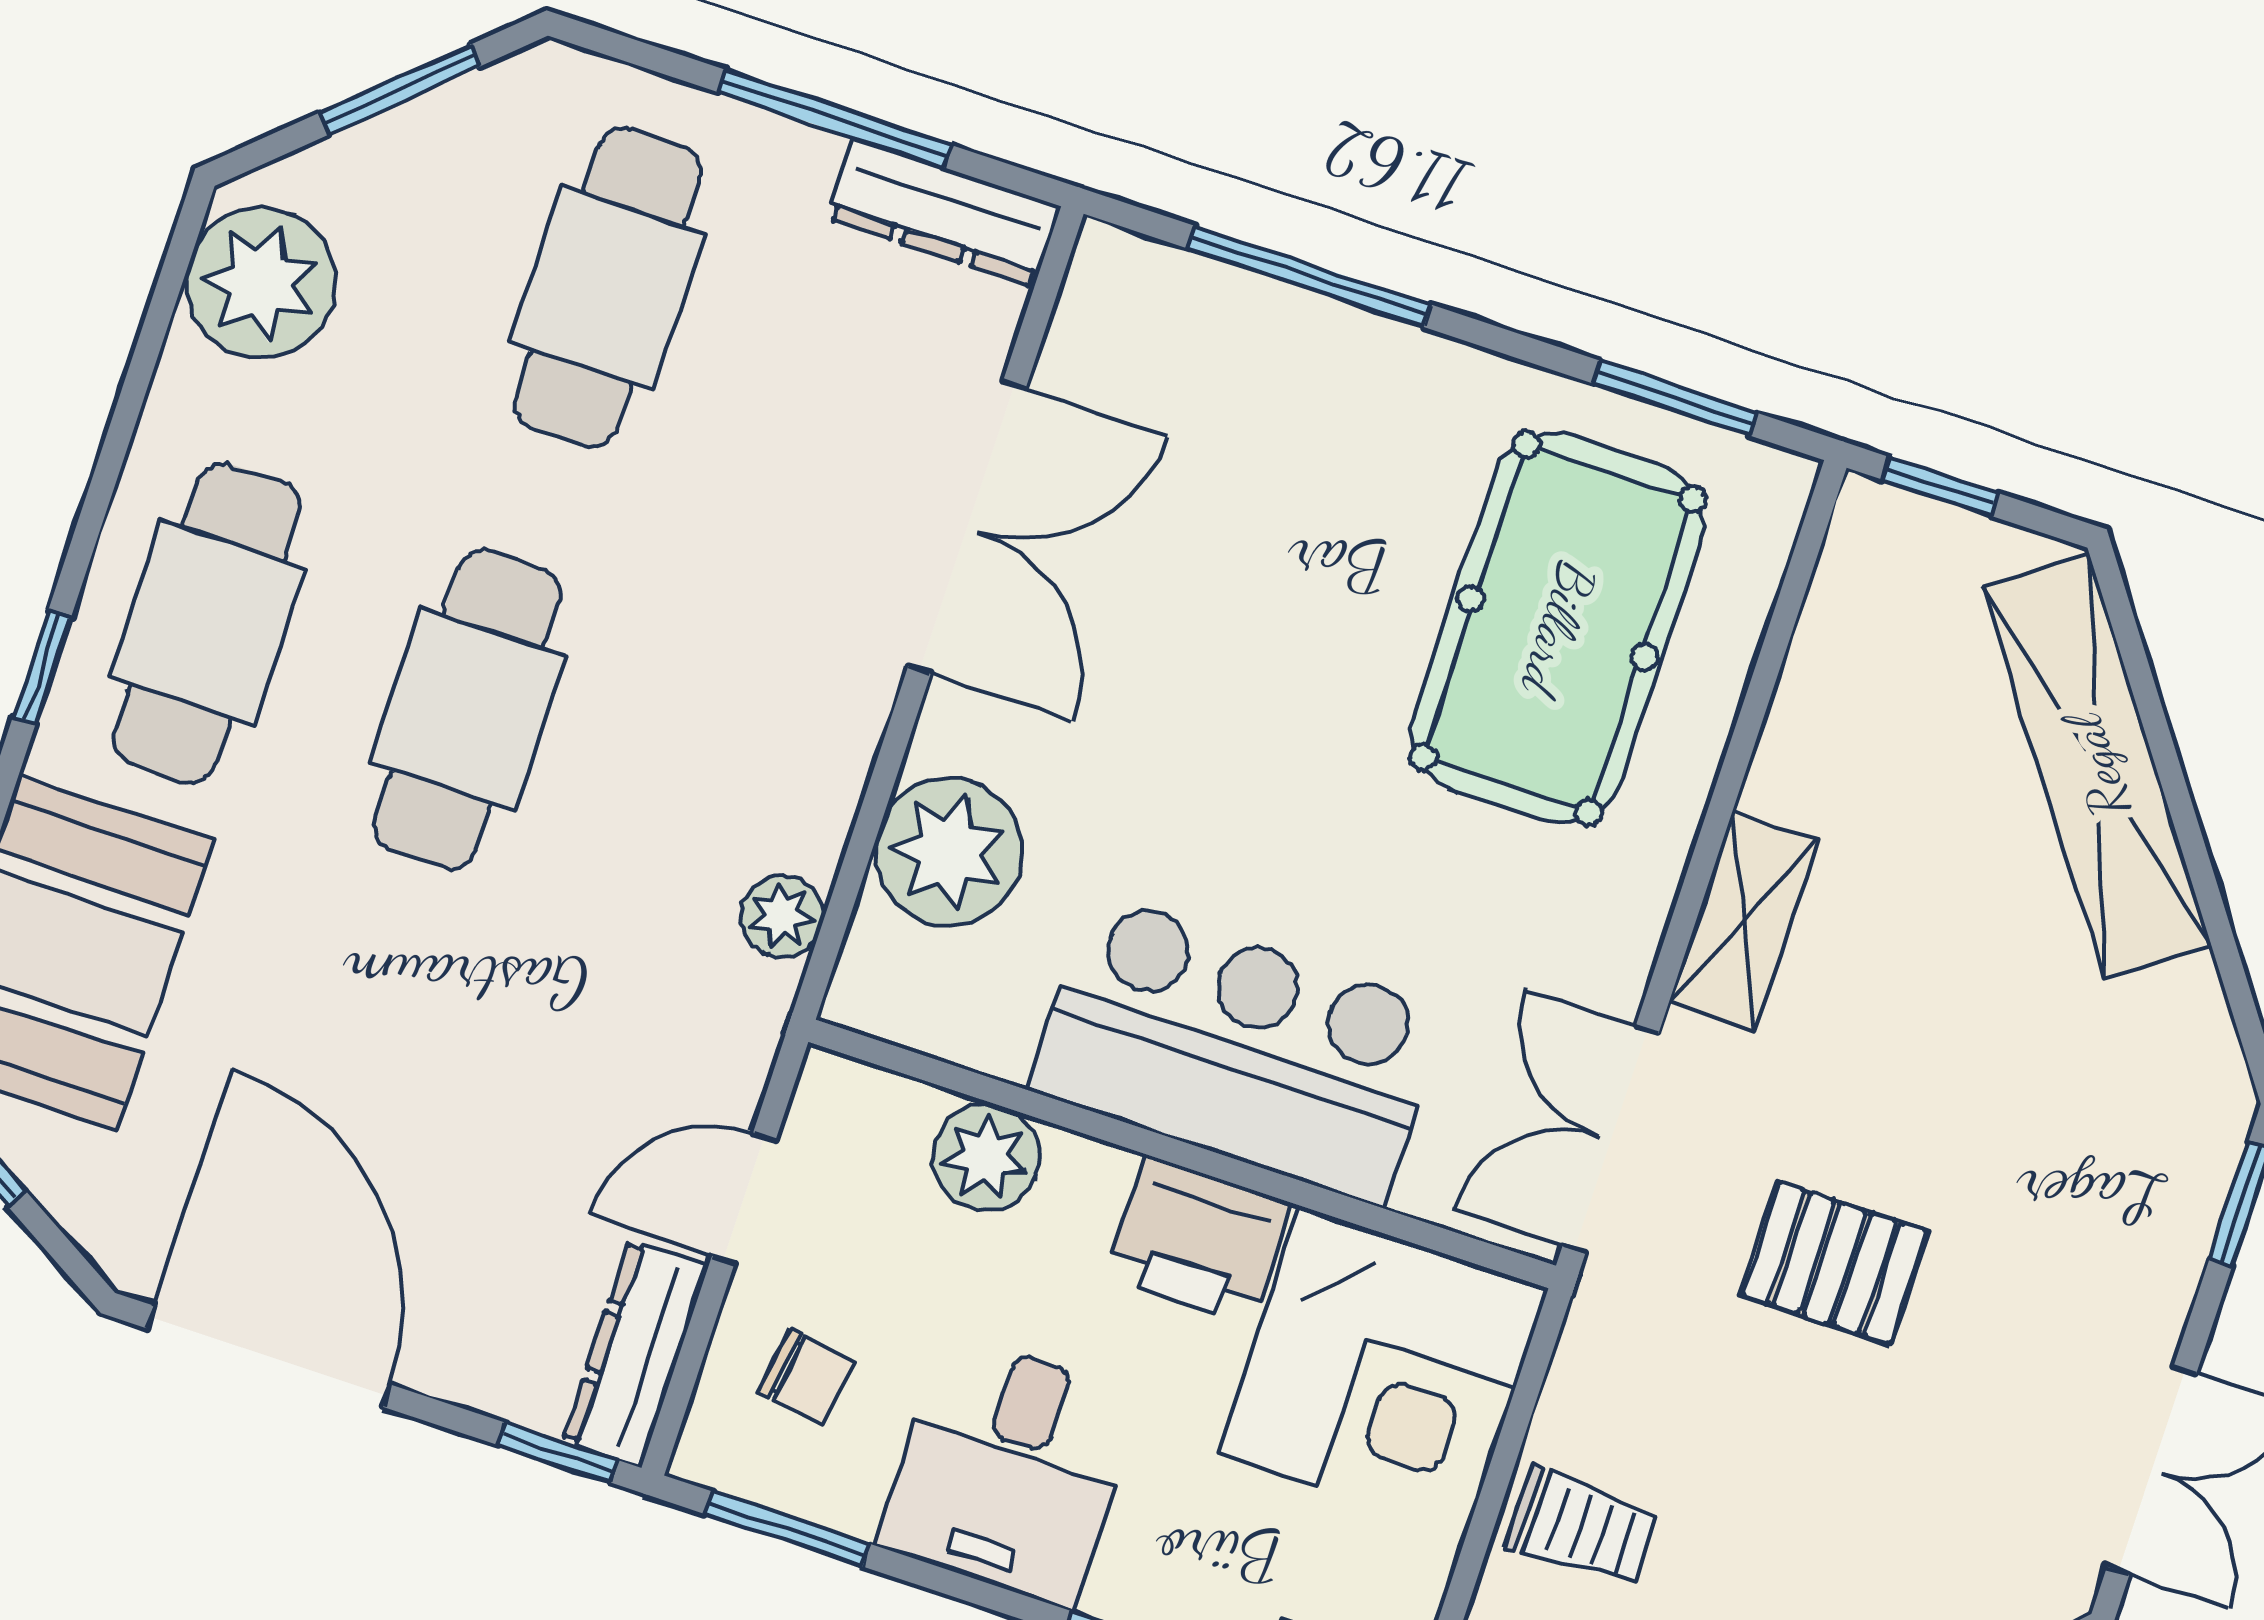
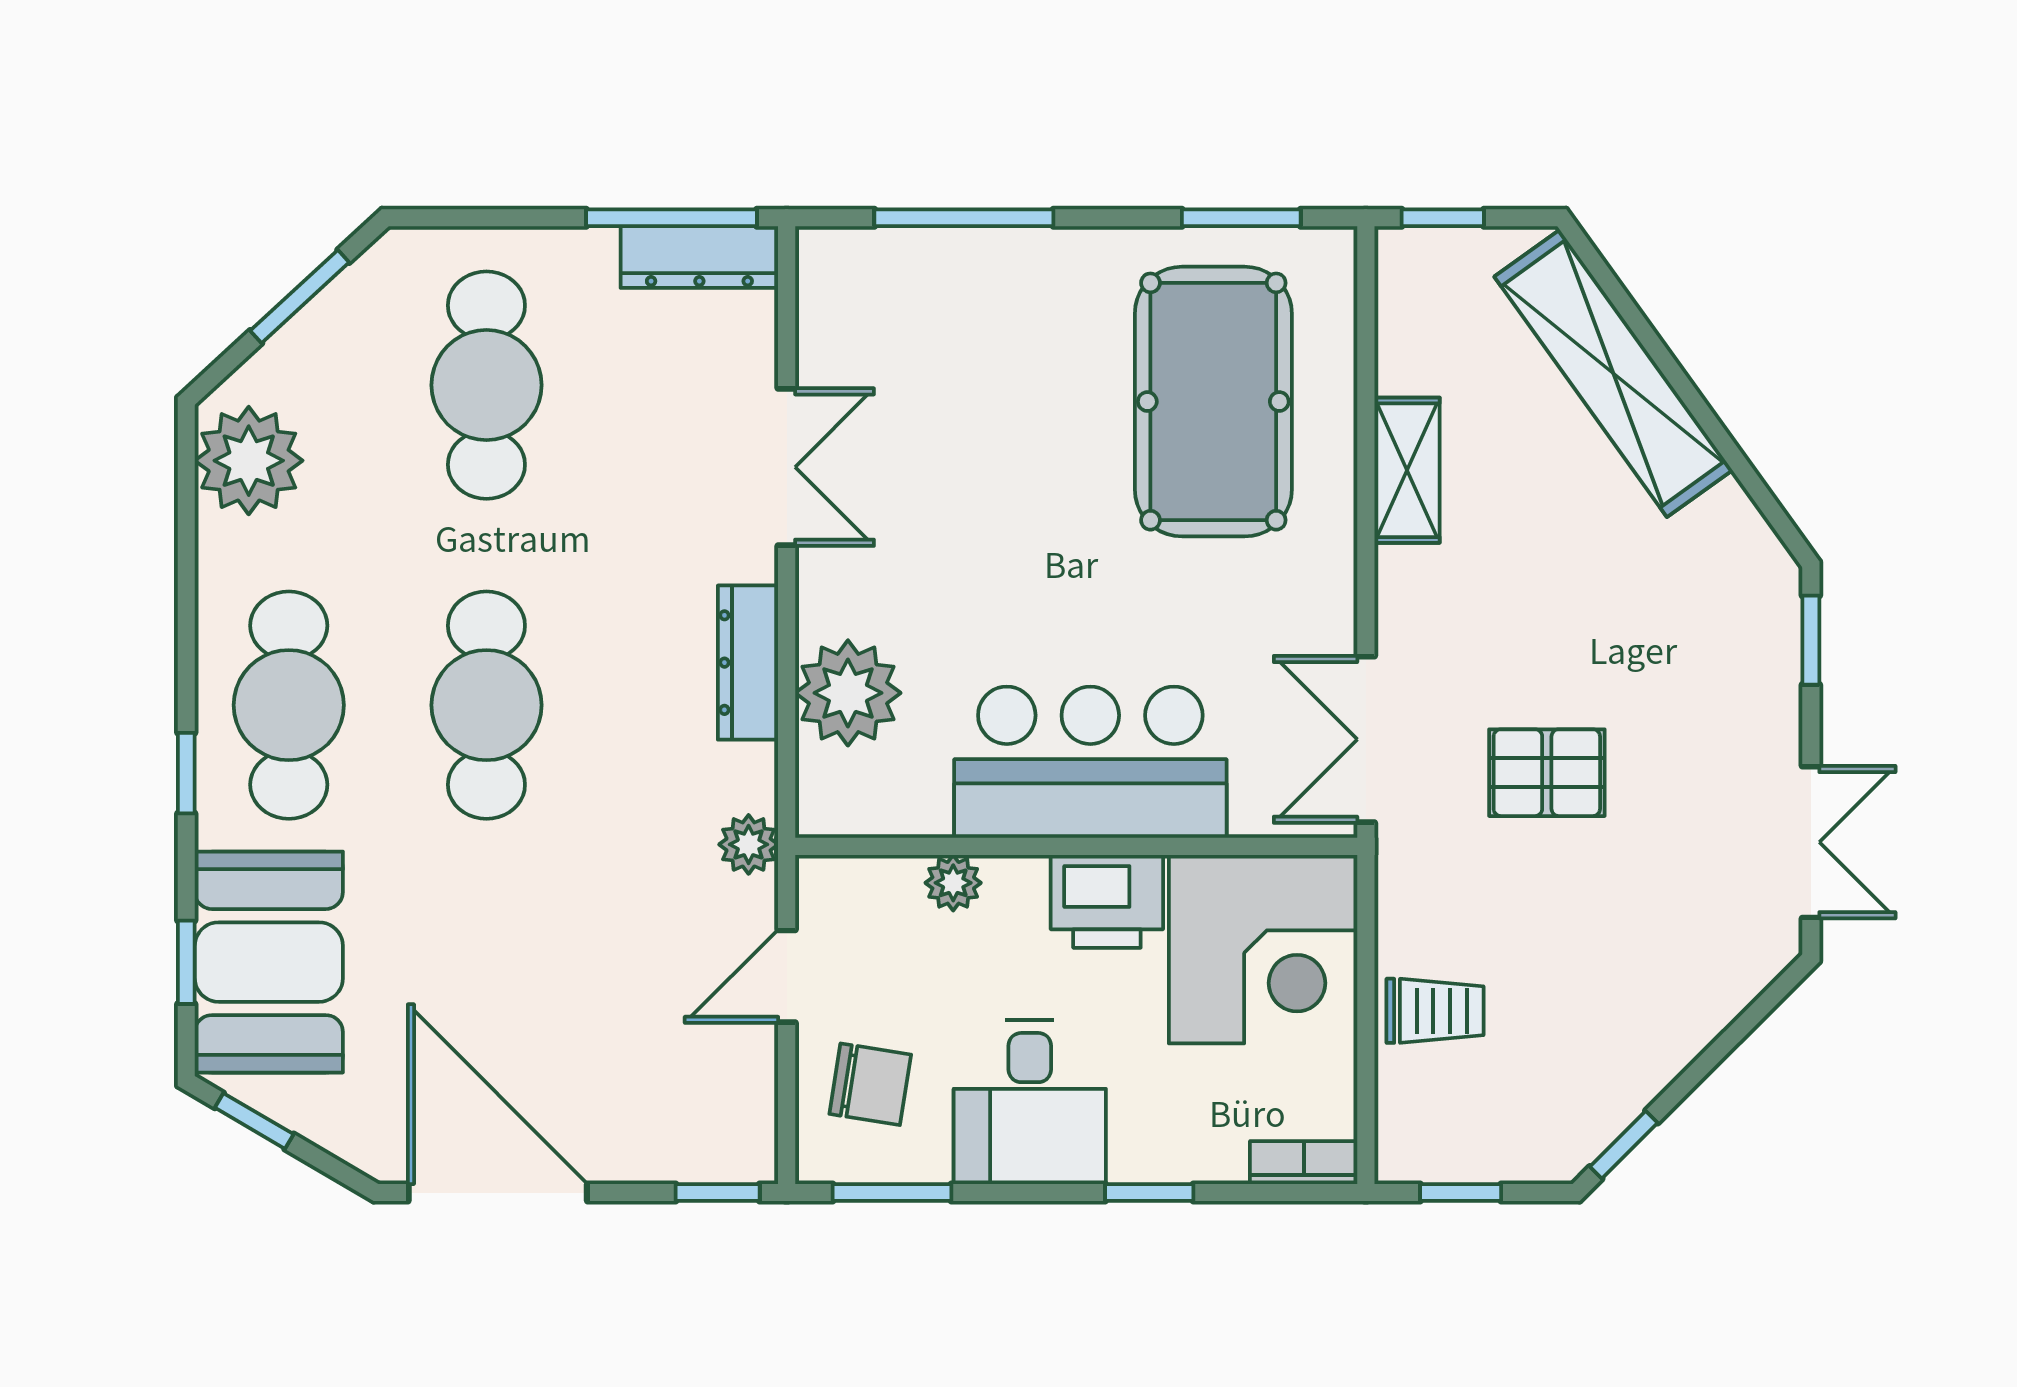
window: (834, 119) -> (671, 218), moved
double door: (967, 527) -> (787, 467), width x0.73
plant: (782, 916) -> (749, 844), moved
shelving: (1744, 921) -> (1407, 470), moved
plant: (986, 1157) -> (953, 883), width x0.73, depth x0.73
dresser: (636, 1353) -> (748, 663), moved
chair: (807, 1377) -> (870, 1084), width x1.37, depth x1.37

